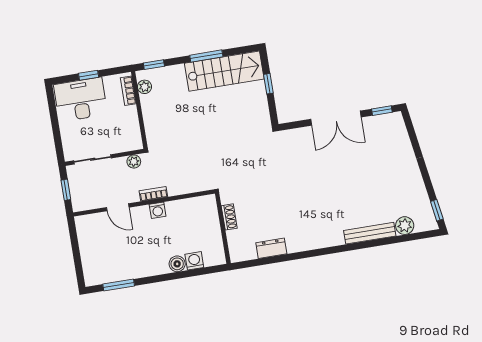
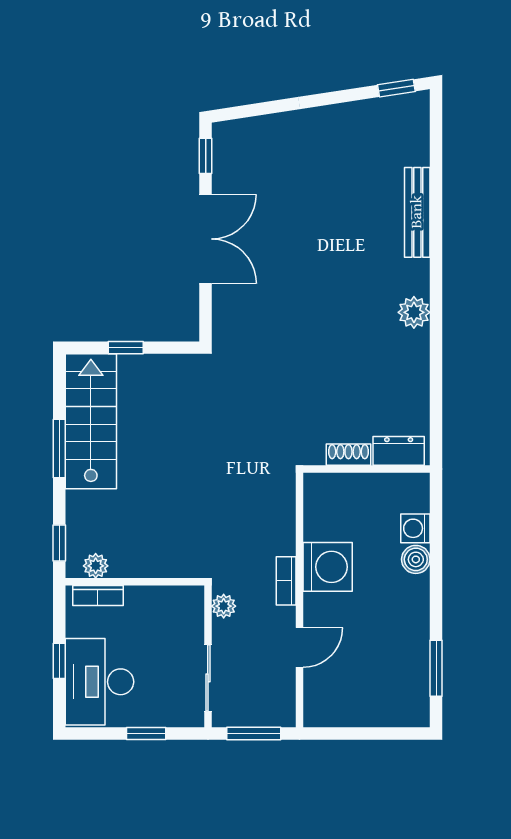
window: (56, 130) -> (146, 734), added
window: (66, 190) -> (254, 734), width x1.50
washing machine: (158, 210) -> (328, 567), width x1.89, depth x1.89
plant: (405, 226) -> (414, 312), moved
dresser: (271, 248) -> (399, 451), moved, turned 90

